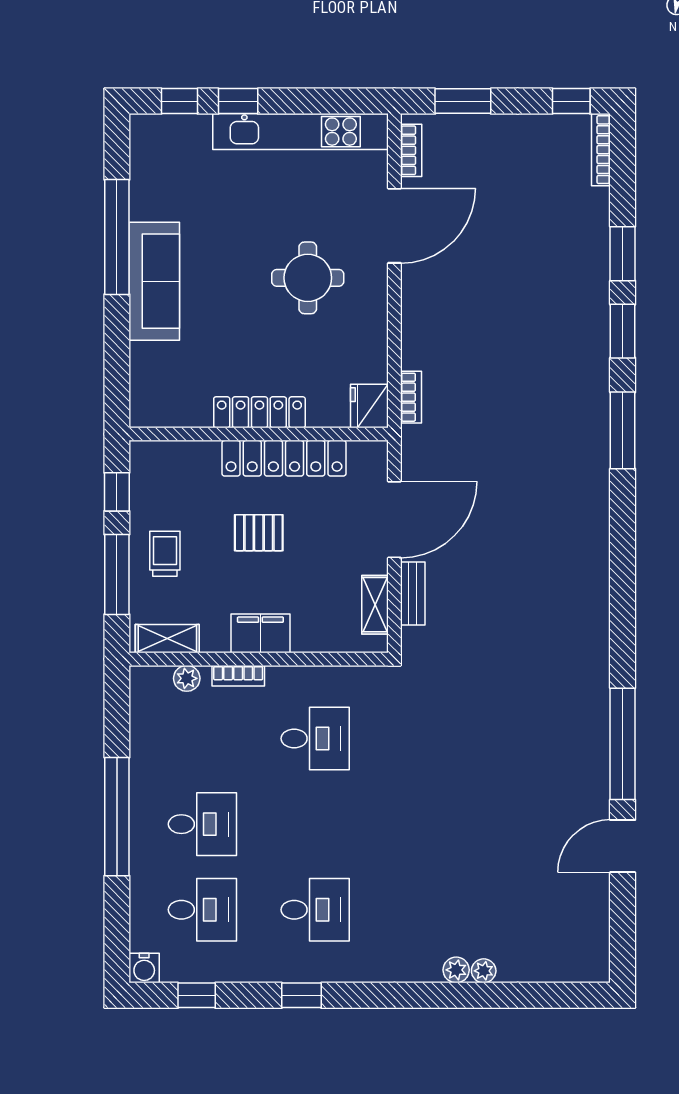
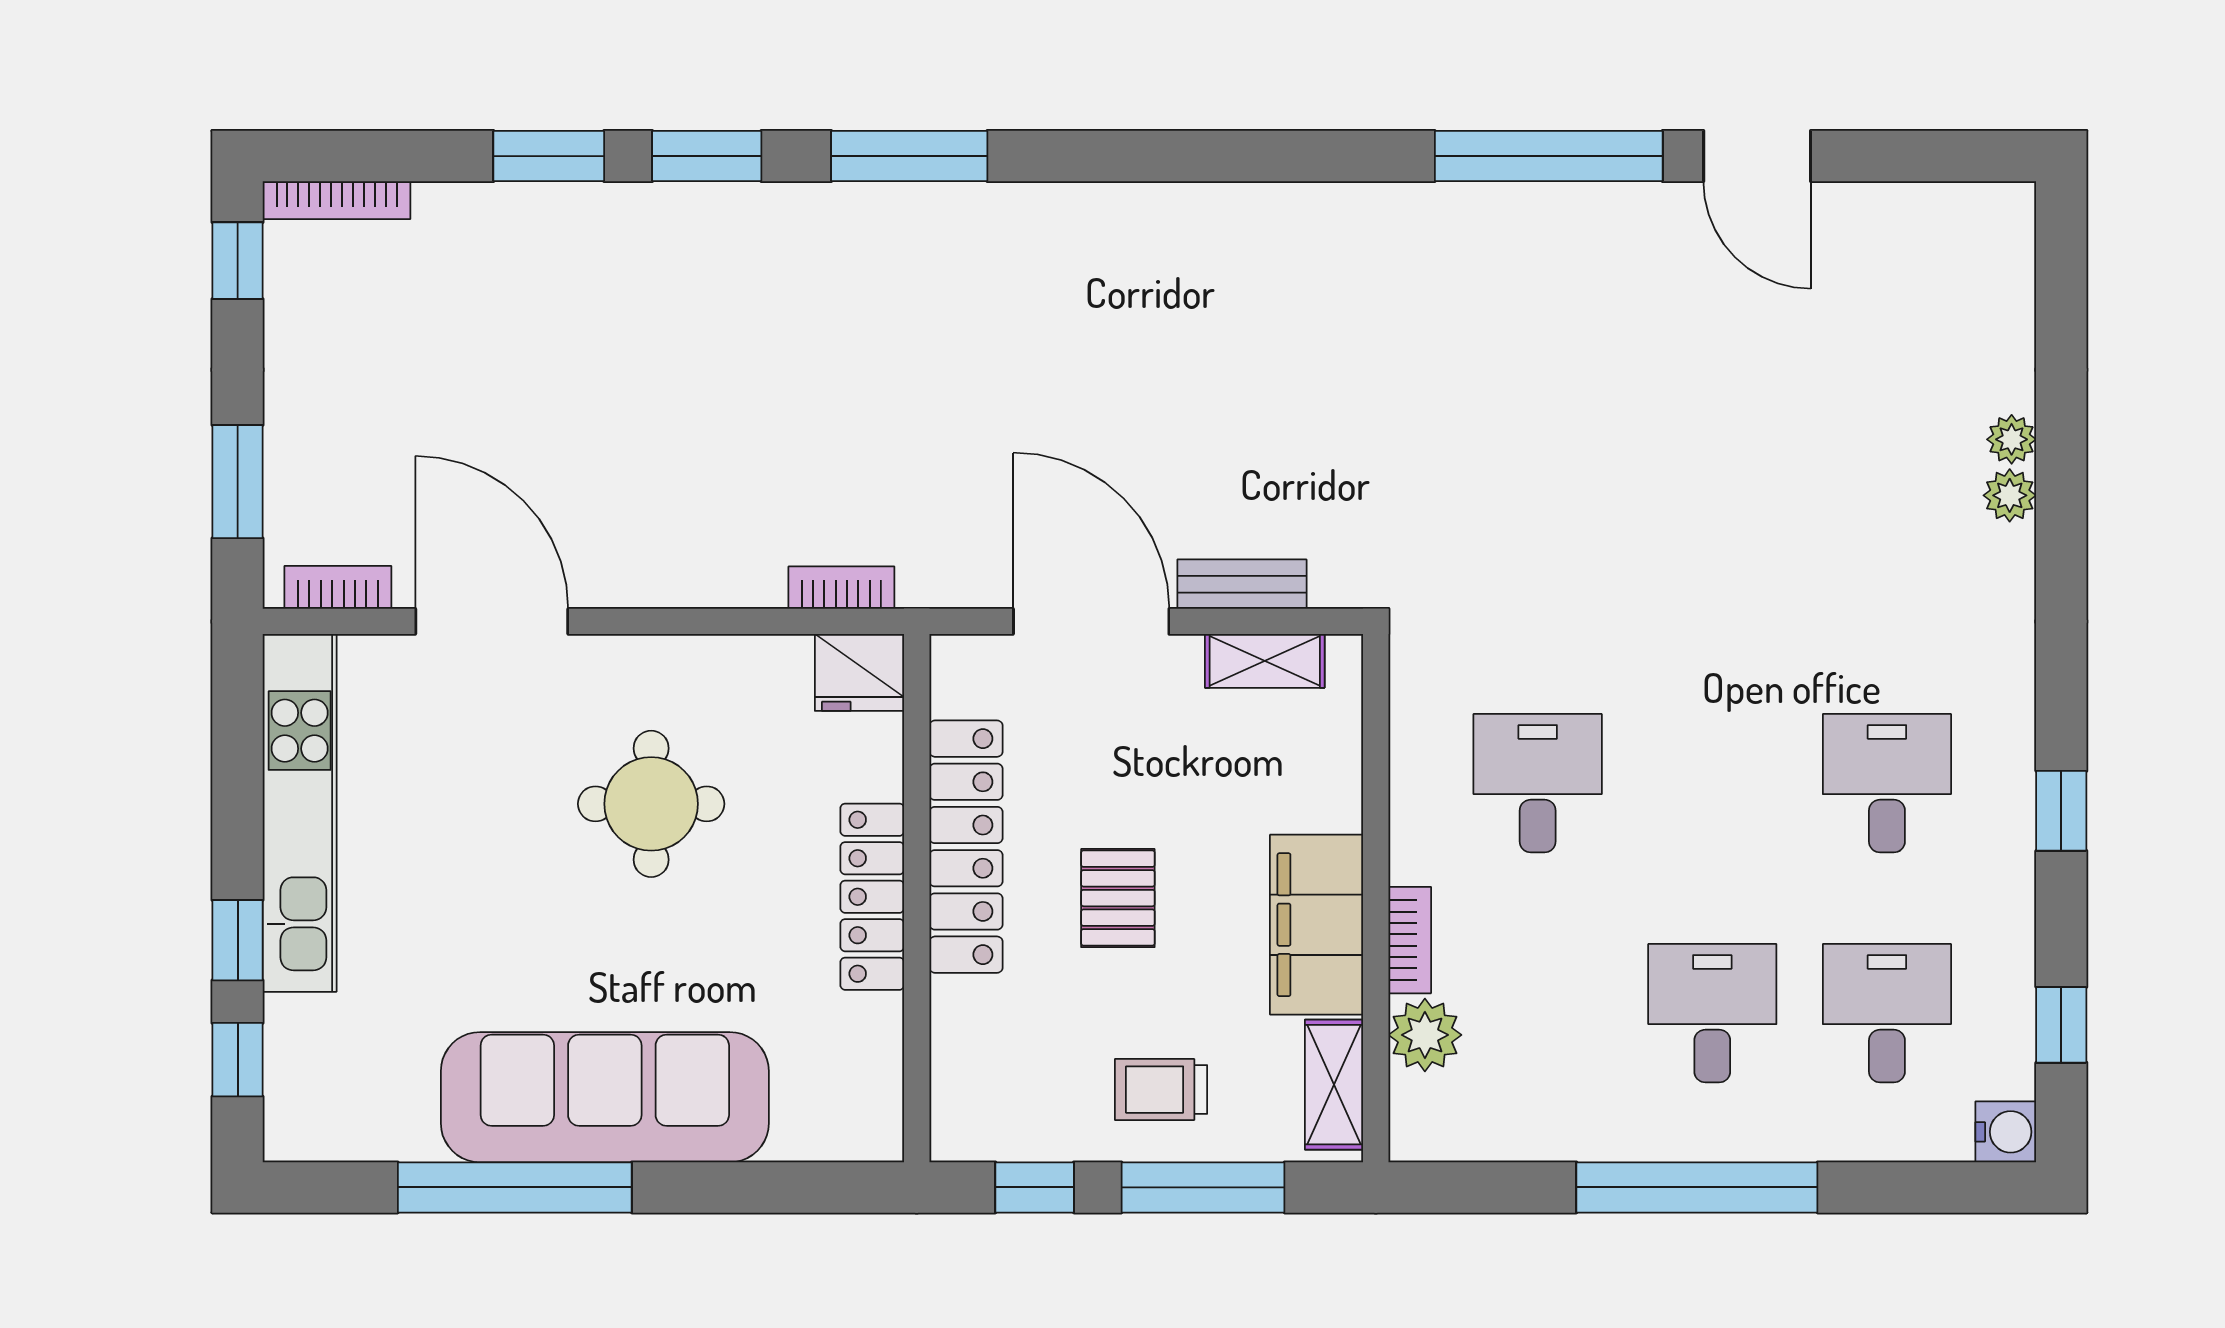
round table: (308, 278) -> (651, 804), moved
sofa: (154, 281) -> (605, 1097), width x1.36, depth x1.27
filing cabinet: (260, 633) -> (1317, 925), width x1.50, depth x1.17
plant: (187, 678) -> (1425, 1035), width x1.38, depth x1.38

